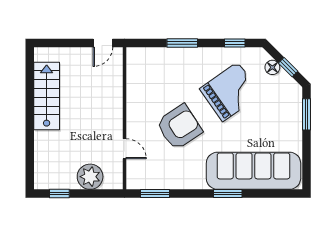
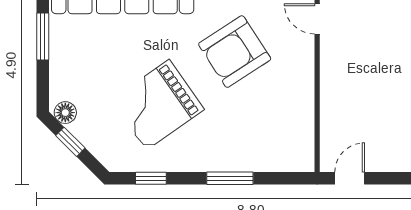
floor lamp: (272, 67) -> (65, 113), moved
window: (307, 114) -> (43, 37), moved

